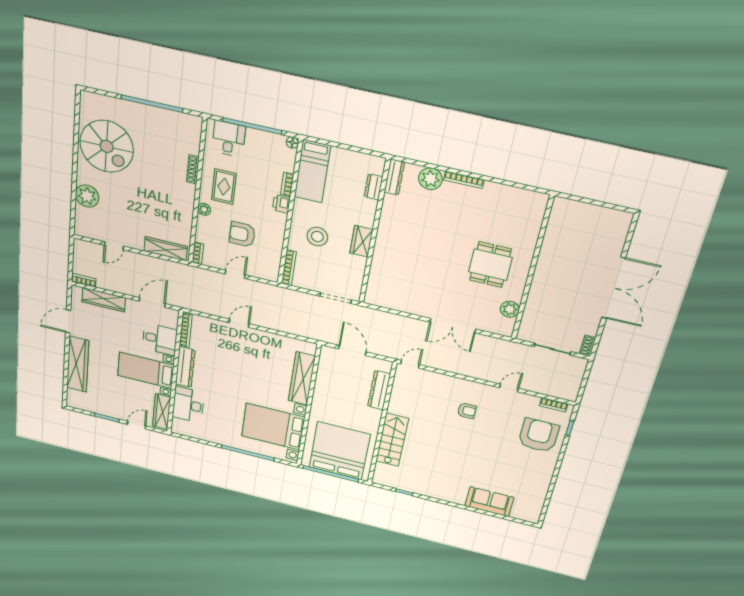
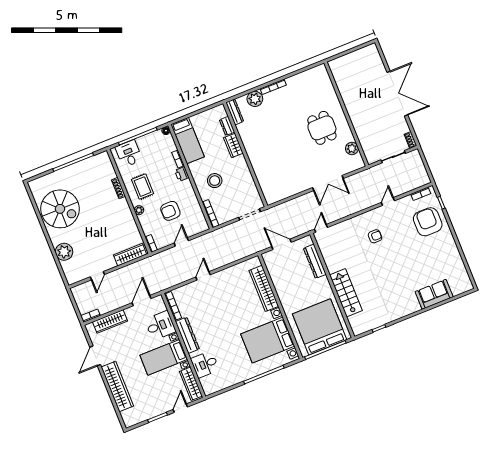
wardrobe: (361, 241) -> (233, 145), moved
desk: (188, 405) -> (205, 364), width x0.73

